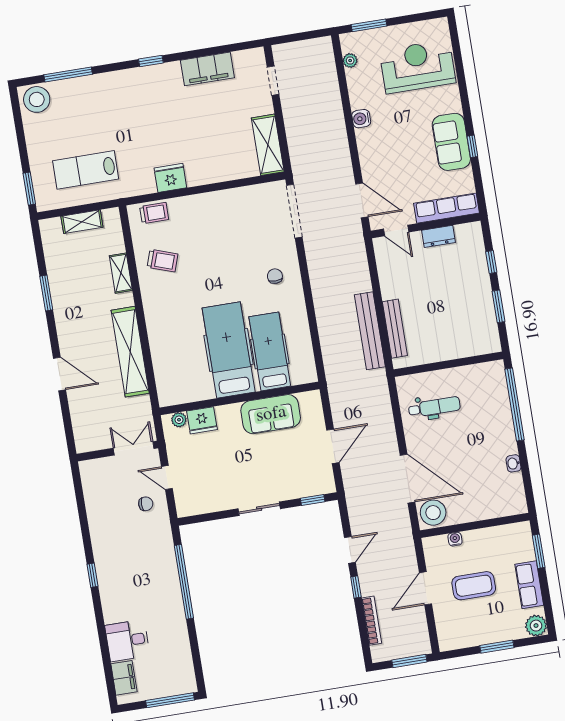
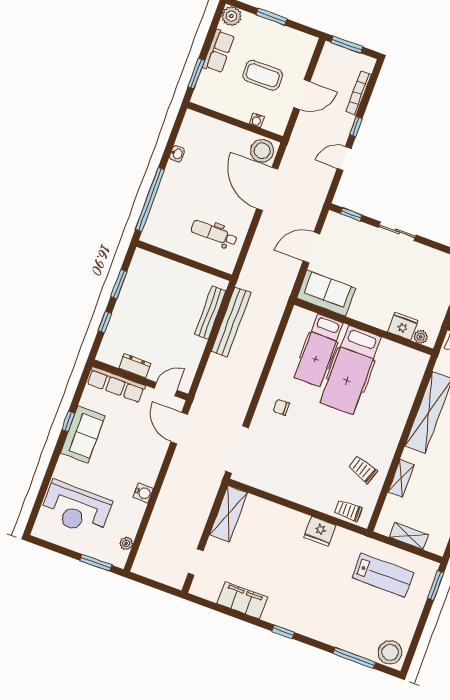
door: (396, 230) -> (166, 389), hinge flipped
chair: (275, 276) -> (281, 407), turned 90
sofa: (271, 414) -> (326, 293), moved

